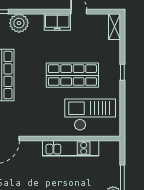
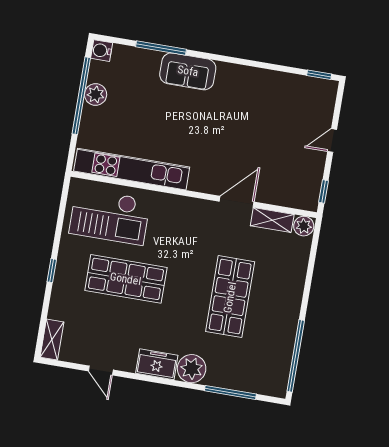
freezer: (57, 22) -> (157, 364), moved
kitchen unit: (71, 148) -> (132, 169), width x1.36

